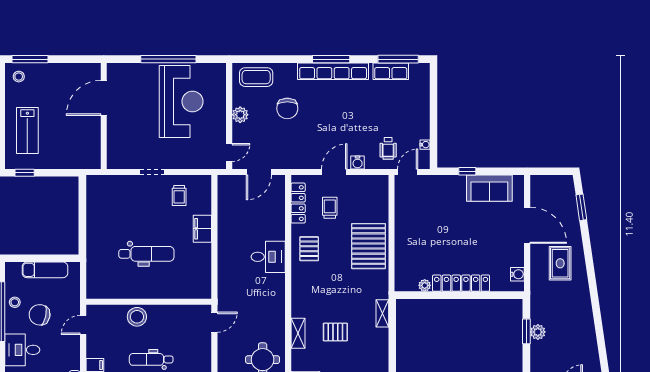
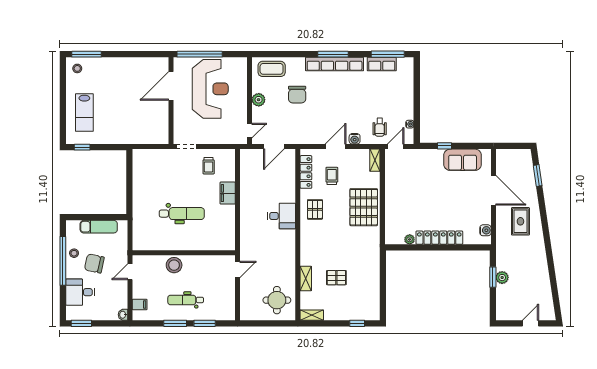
door: (104, 98) -> (171, 86), moved
wall: (104, 116) -> (171, 101), moved
shelving: (382, 313) -> (375, 160), moved

